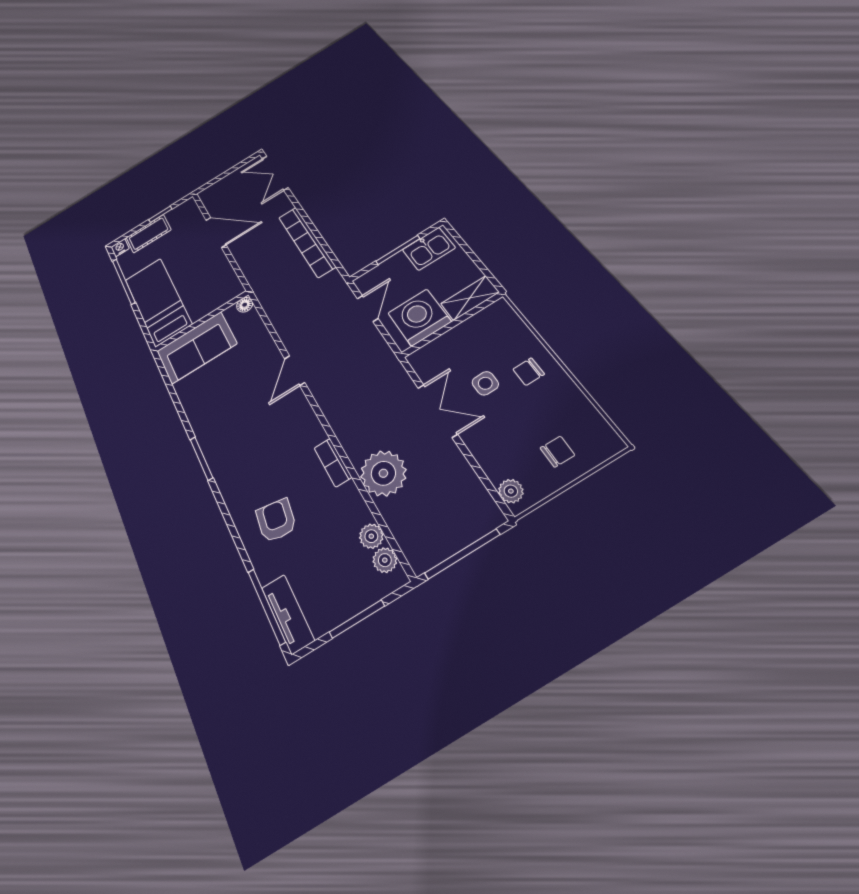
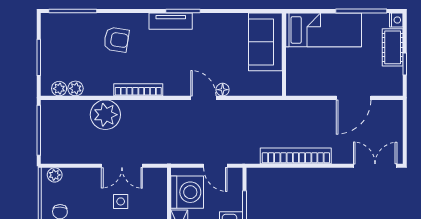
floor lamp: (245, 305) -> (223, 90), moved
bookcase: (333, 463) -> (138, 90), width x1.56
tv unit: (288, 614) -> (171, 21), moved

